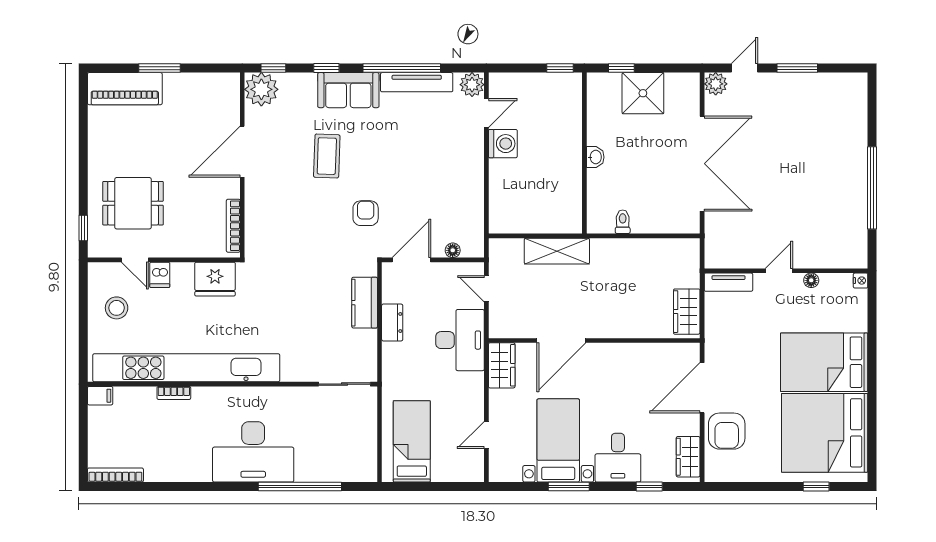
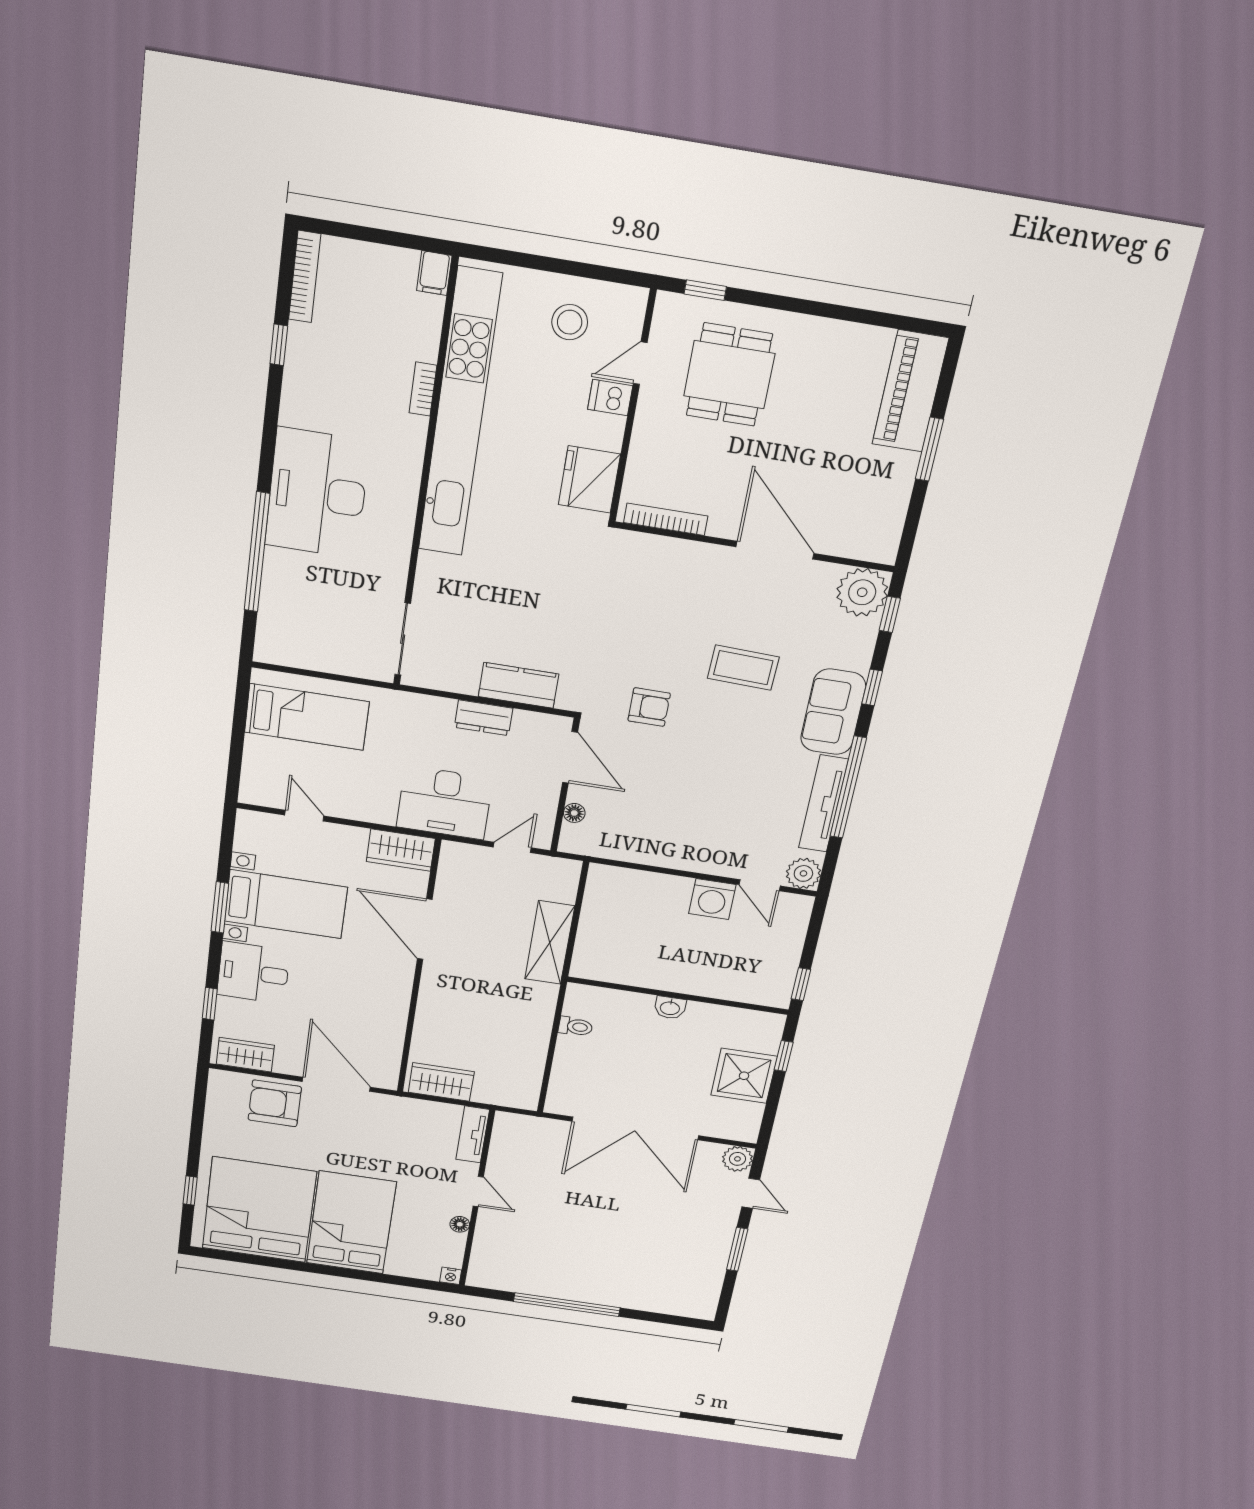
window: (161, 487) -> (279, 345), added

